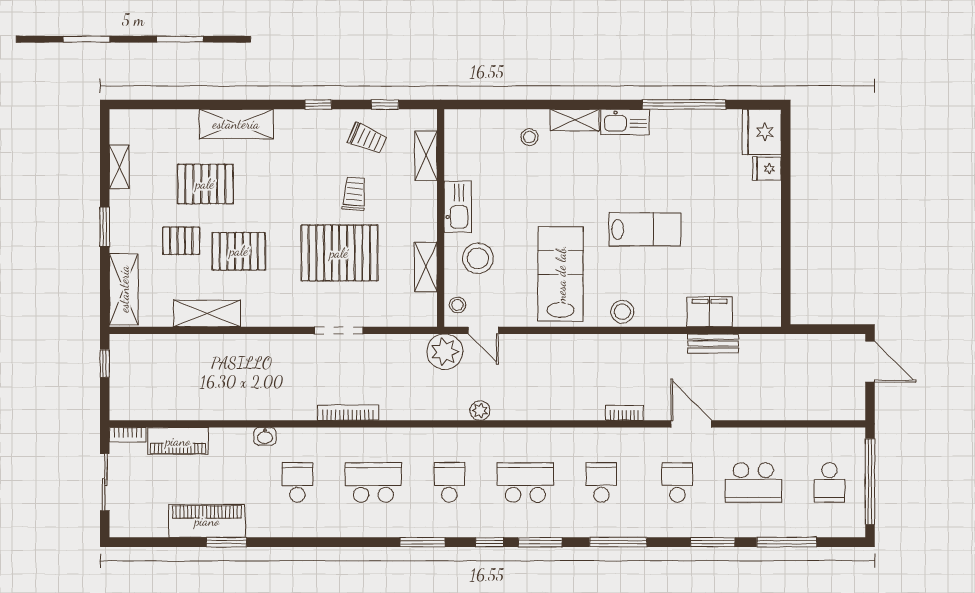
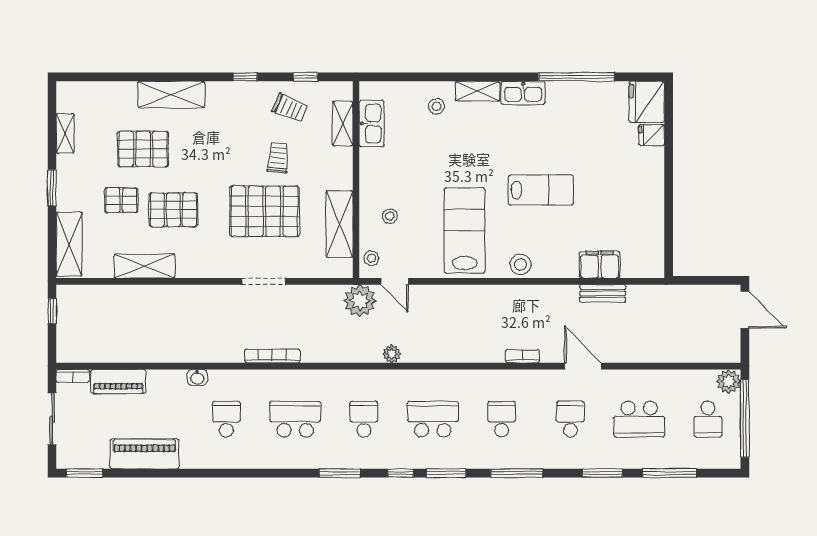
kitchen sink: (458, 207) -> (372, 124), moved
stool: (478, 258) -> (390, 216), width x0.53, depth x0.53
shelving: (426, 267) -> (339, 224), width x1.50, depth x1.33
plant: (852, 441) -> (728, 381), added
window: (226, 542) -> (84, 473), moved

